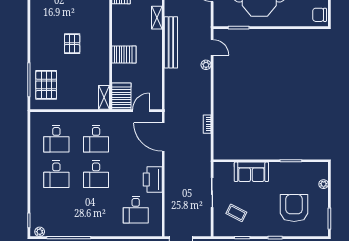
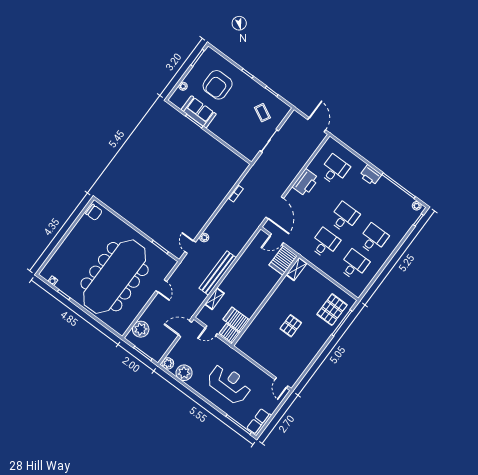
server rack: (124, 55) -> (236, 320), moved
sofa: (251, 172) -> (199, 112), moved
printer: (100, 229) -> (371, 175), added

